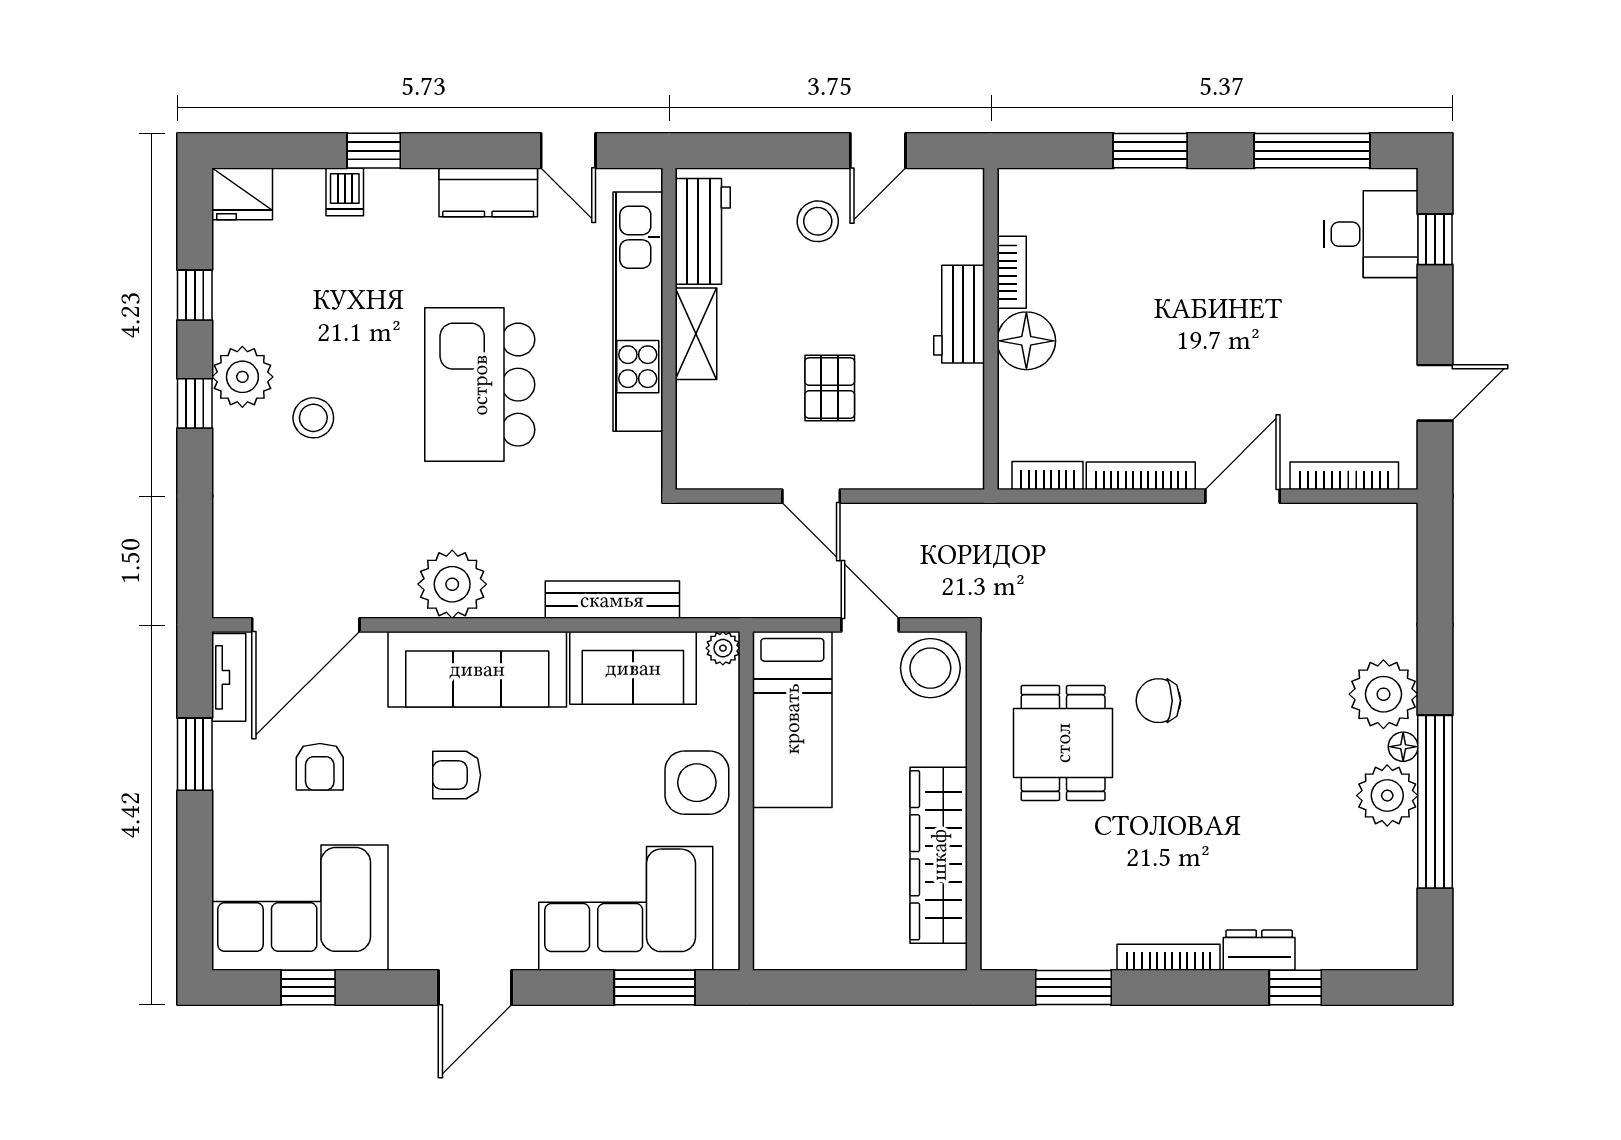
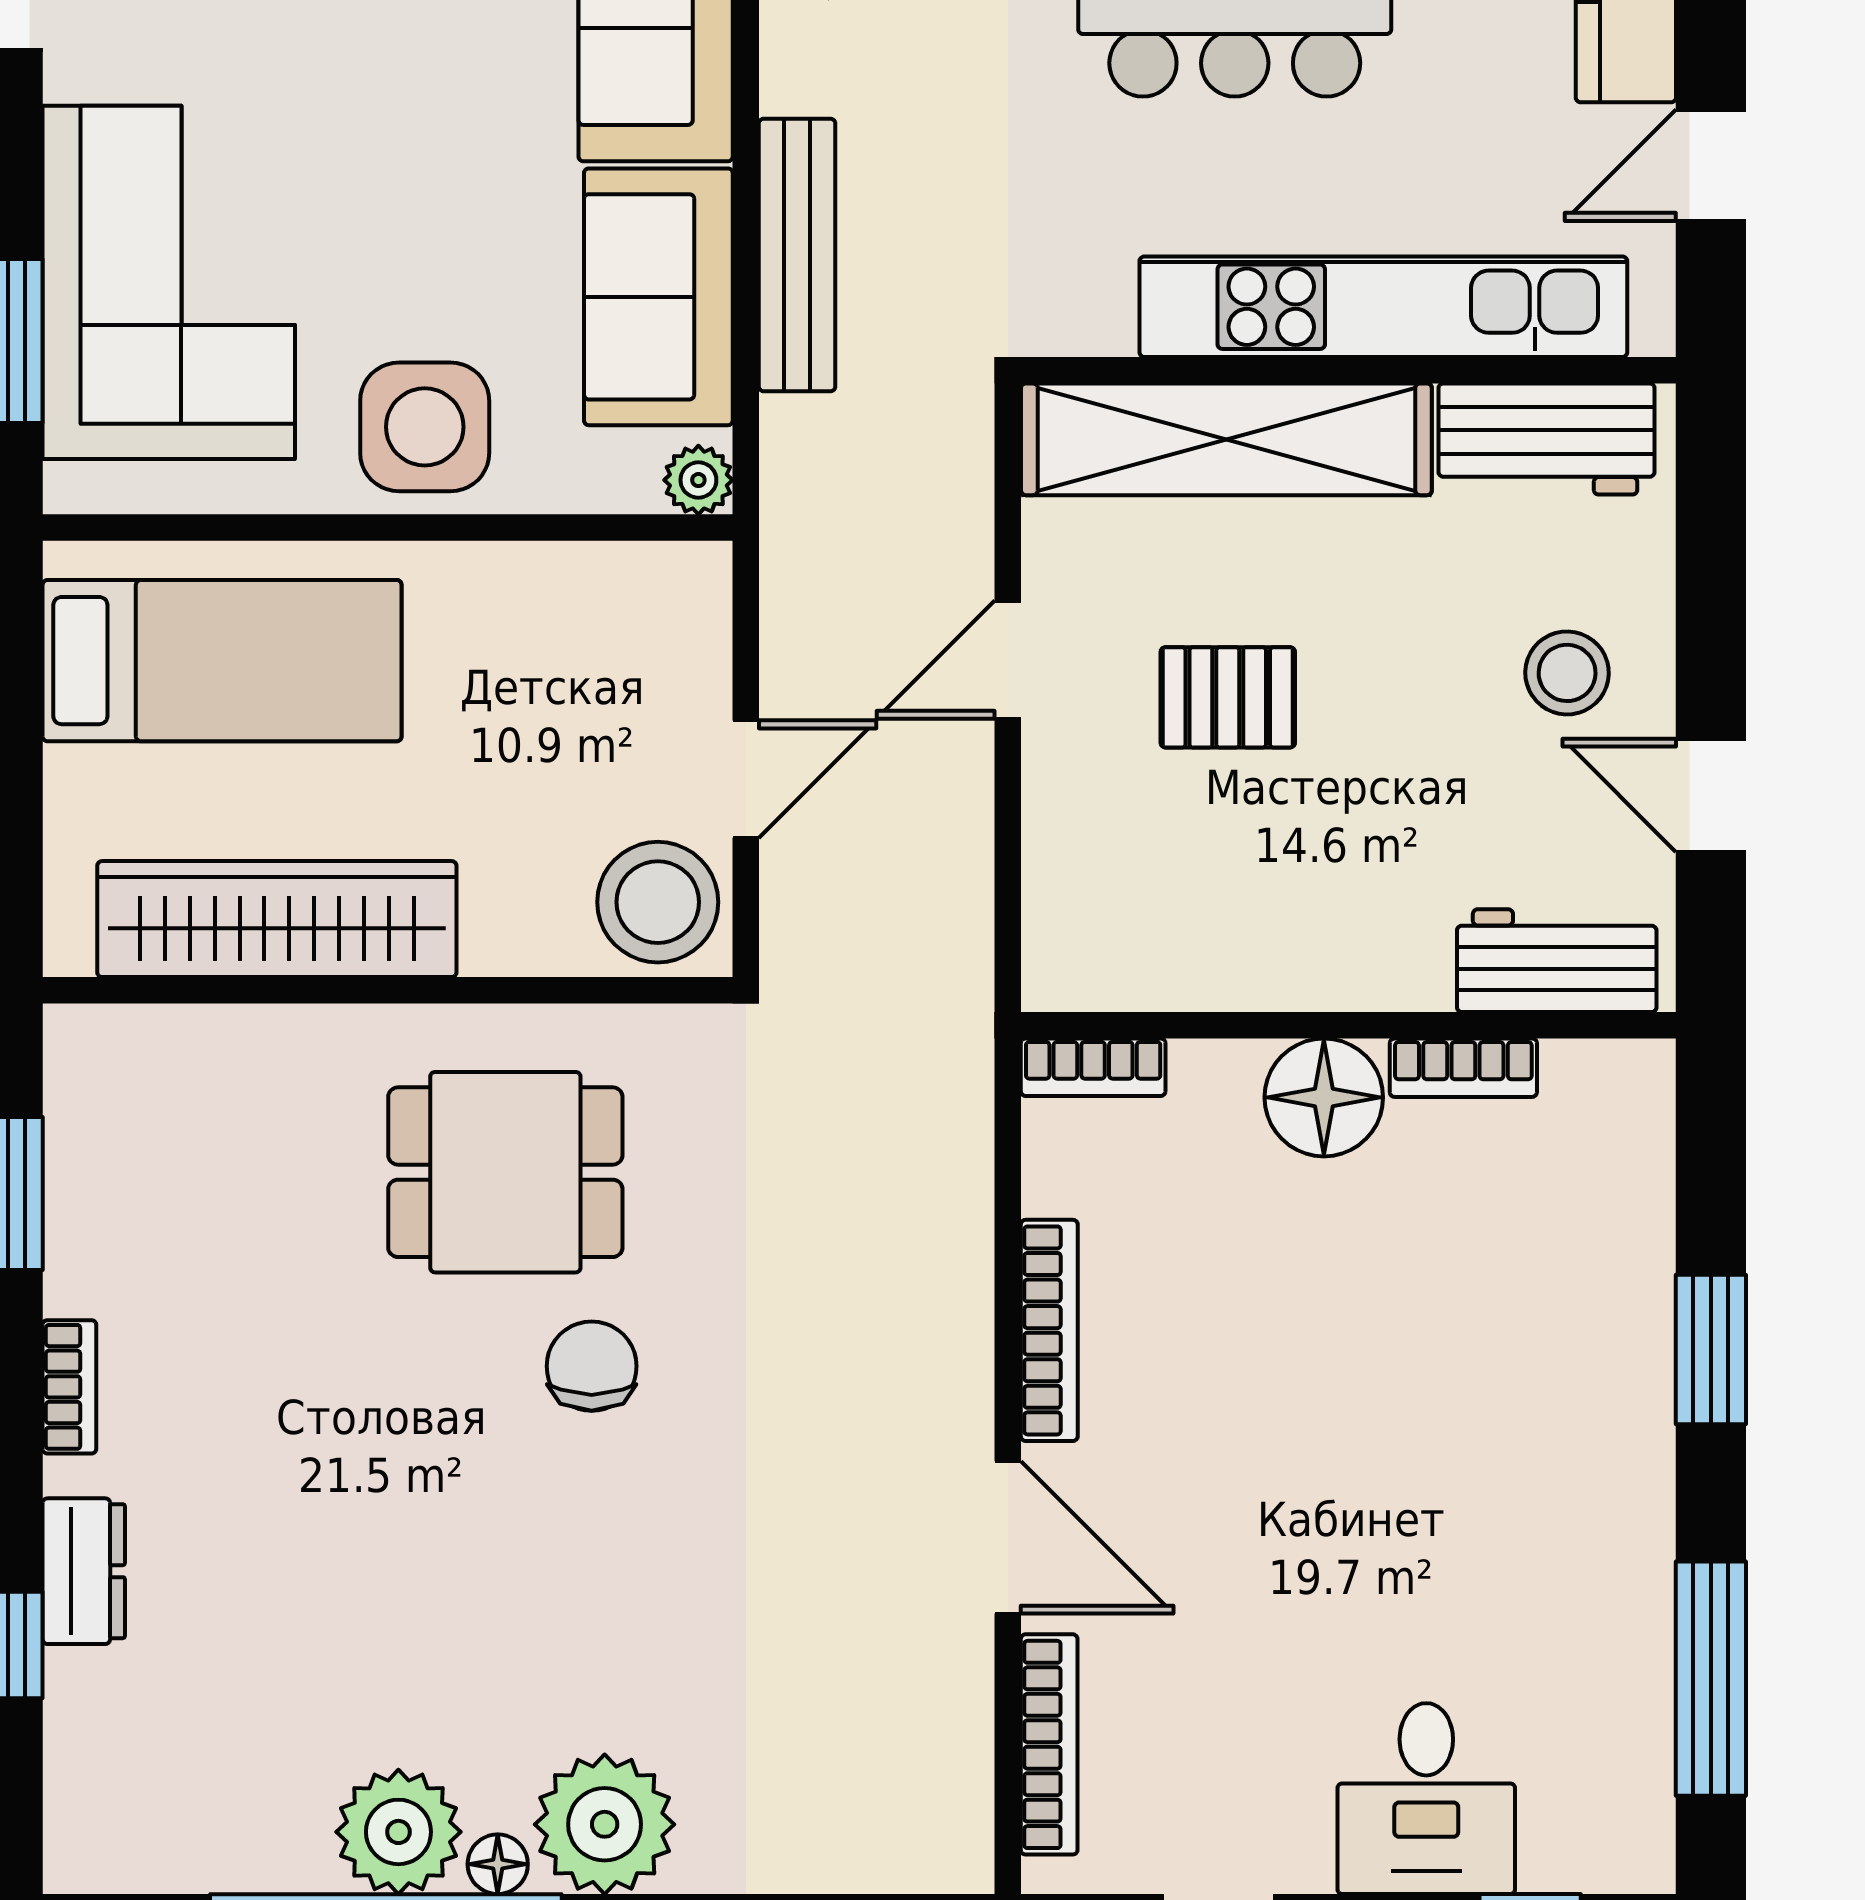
desk: (1371, 234) -> (1426, 1799), moved
workbench: (959, 314) -> (1557, 961), moved
shelving: (696, 334) -> (1226, 439), width x2.20, depth x1.33
bookcase: (1047, 475) -> (1093, 1067), moved, turned 90
bed: (792, 719) -> (222, 661), moved, turned 180
bookcase: (1169, 957) -> (69, 1387), width x0.64

